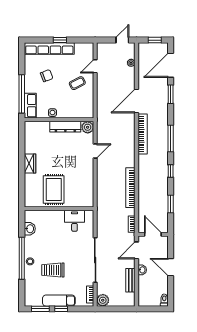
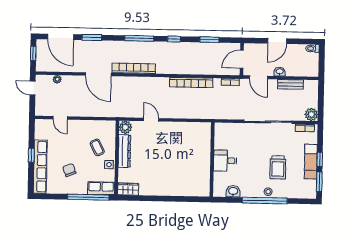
coffee table: (77, 83) -> (97, 147), moved
wardrobe: (30, 164) -> (128, 189), moved
rug: (54, 190) -> (192, 165), removed
desk: (74, 221) -> (225, 161), moved

